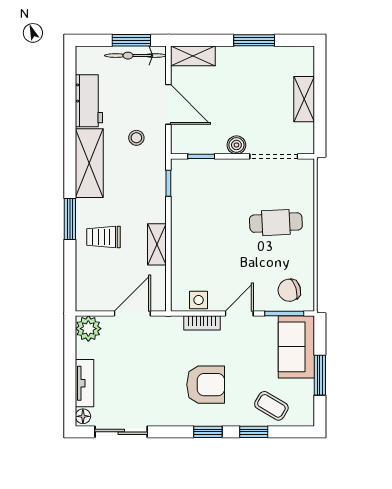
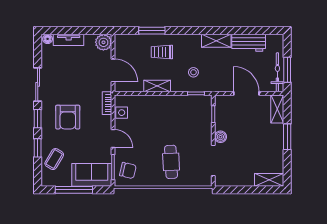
window: (254, 40) -> (287, 137), moved
shelving: (304, 99) -> (269, 180), moved
door: (168, 104) -> (246, 93), swing flipped
stool: (136, 138) -> (193, 72), moved
shelving: (89, 163) -> (216, 41), width x0.67, depth x0.75
window: (70, 219) -> (152, 31), moved
trolley: (103, 237) -> (162, 52), turned -90
chair: (289, 290) -> (128, 170), turned 120
bookcase: (202, 323) -> (107, 103), moved
window: (320, 375) -> (74, 190), width x1.44
sliding door: (121, 432) -> (38, 84), moved

